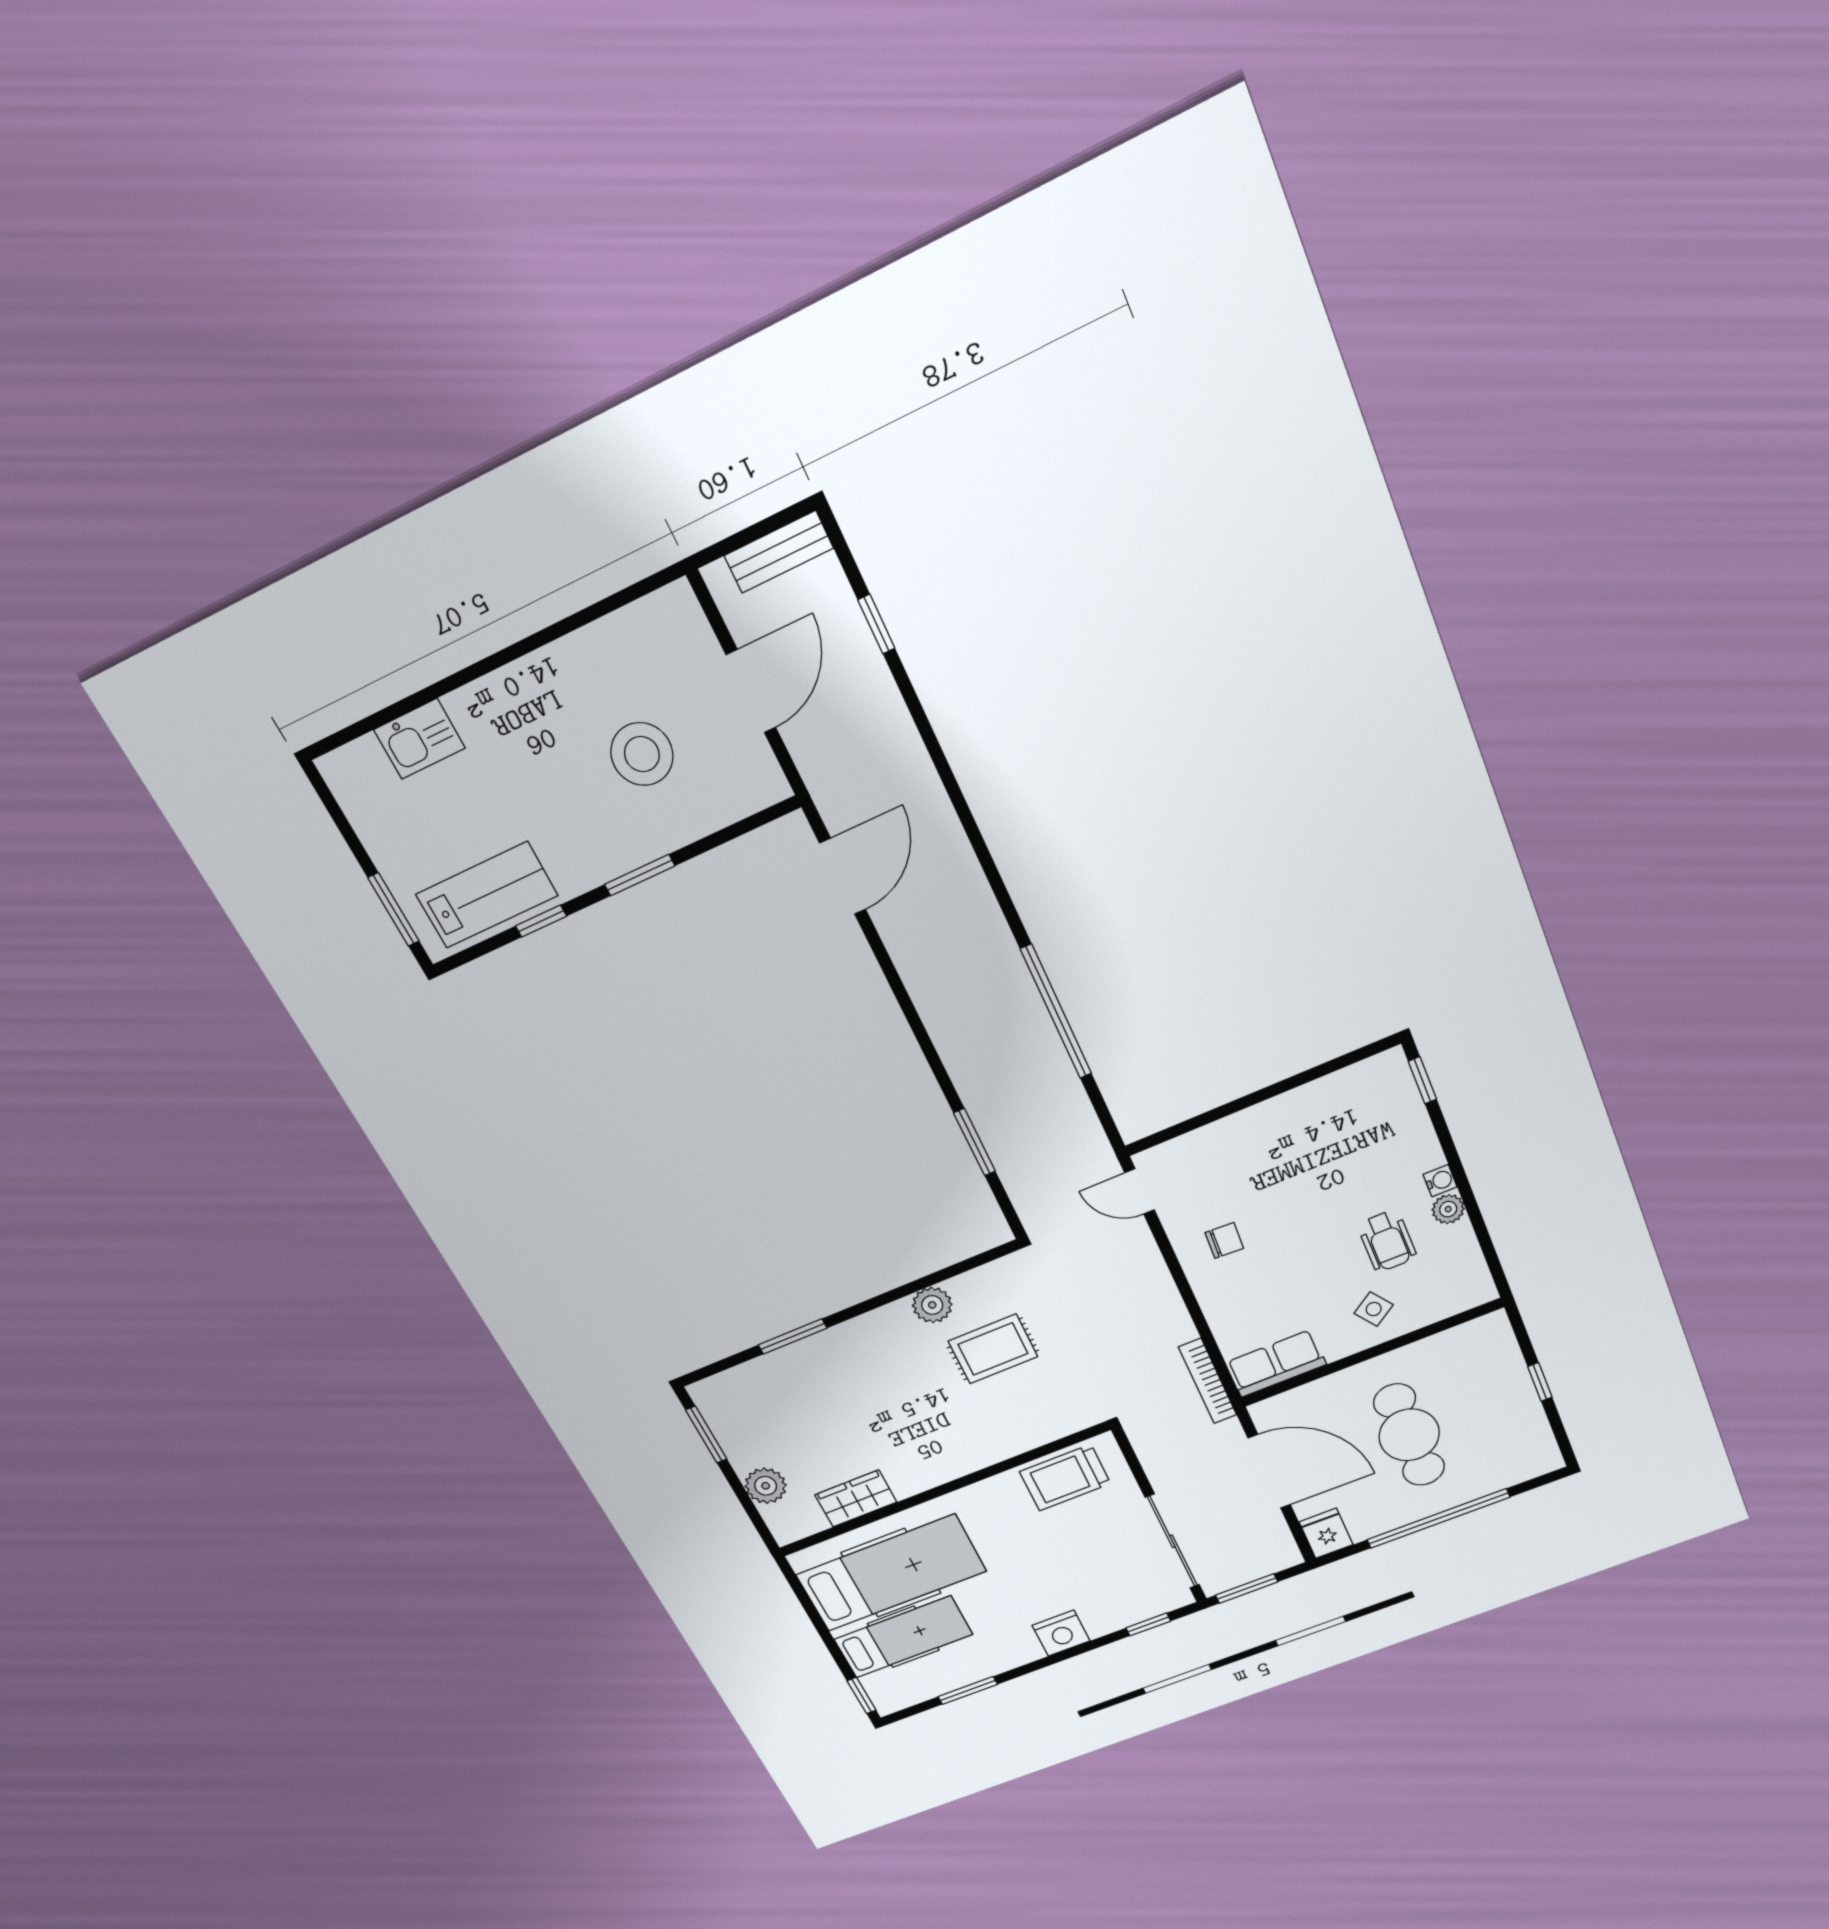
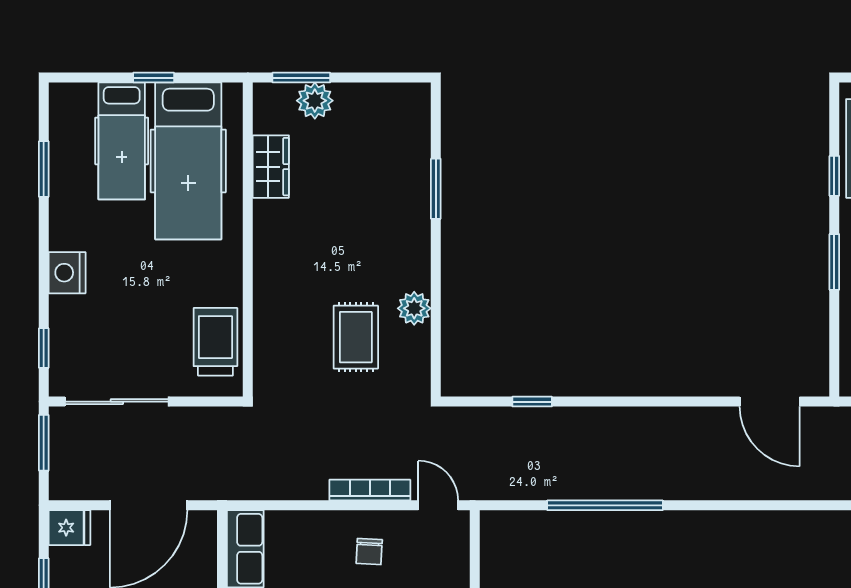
window: (975, 1142) -> (532, 402), width x0.67
door: (1139, 1191) -> (438, 505), hinge flipped
bookcase: (1208, 1381) -> (370, 490), moved
window: (706, 1435) -> (301, 78), moved
window: (862, 1696) -> (154, 78), moved

